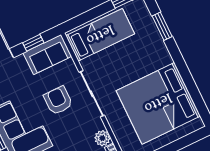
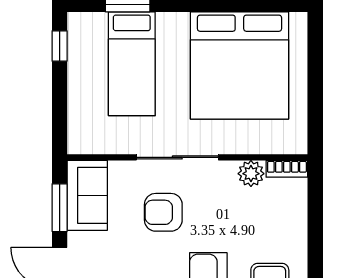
bed: (100, 35) -> (132, 64), moved, turned 180
window: (33, 43) -> (60, 208), width x1.50

